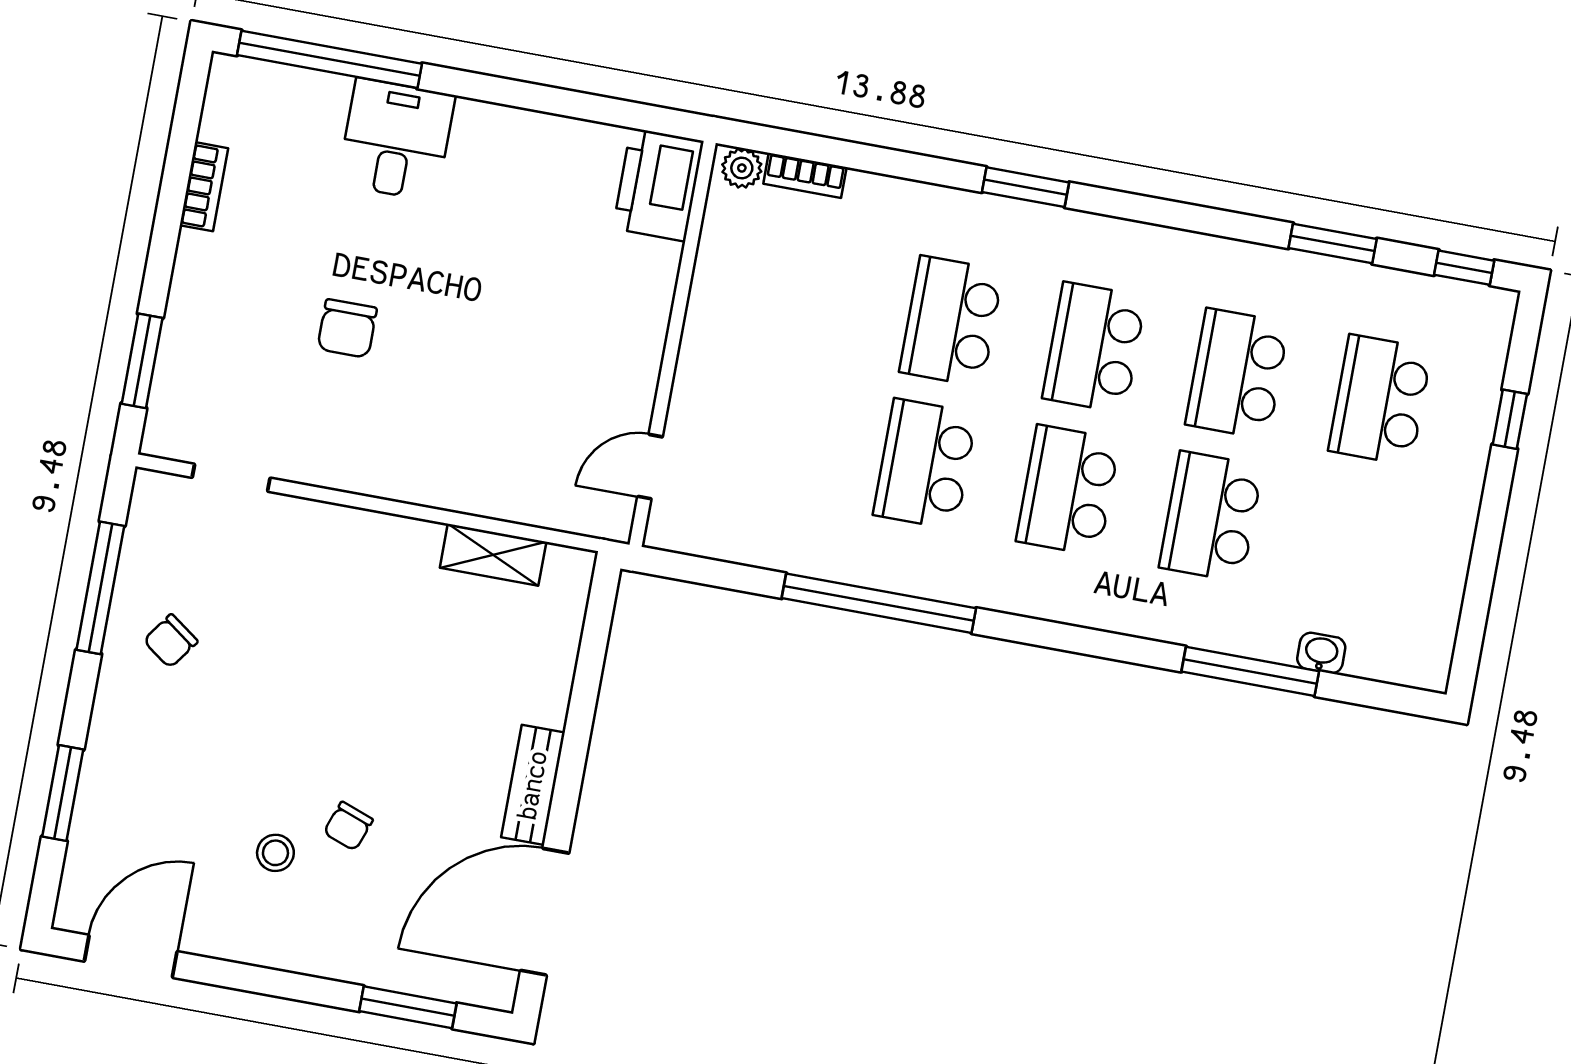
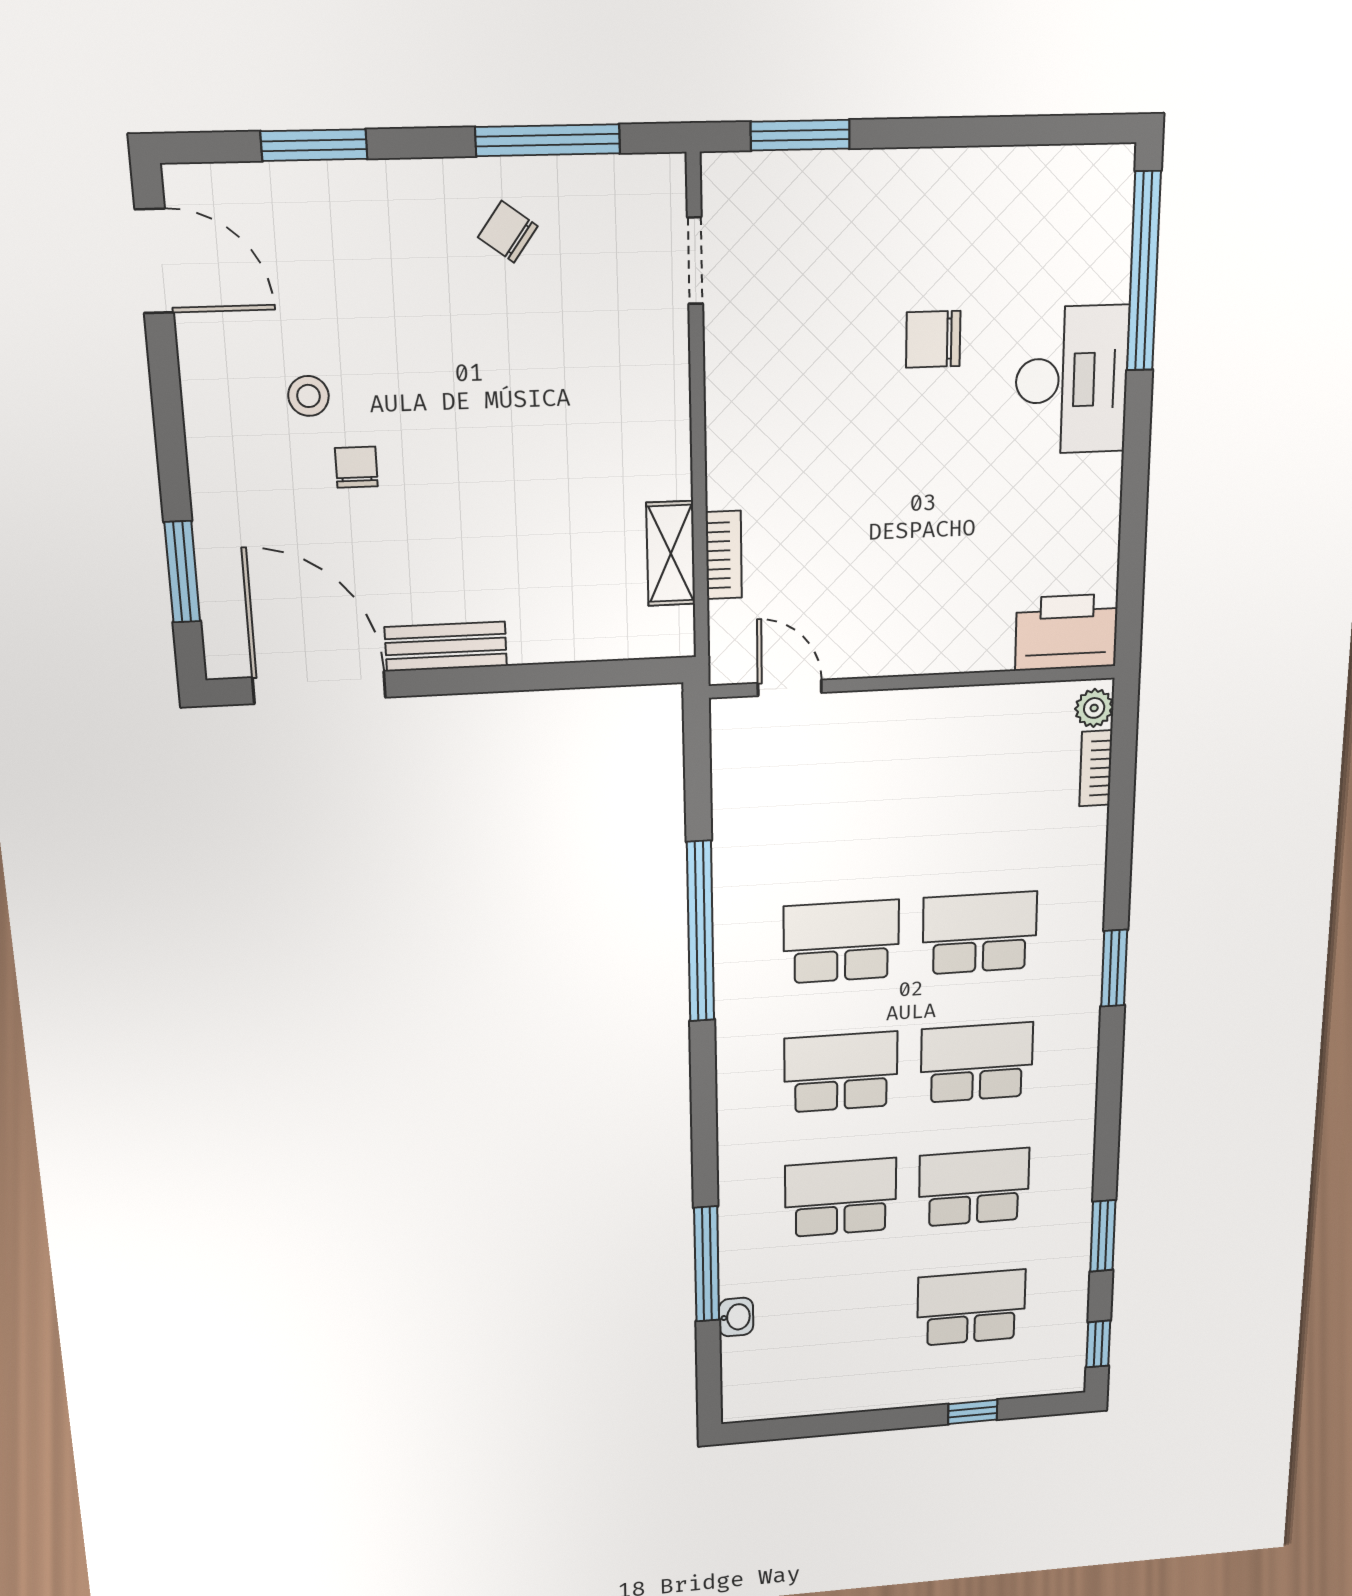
desk: (396, 140) -> (1072, 380), width x1.37
bookcase: (204, 187) -> (724, 555), moved, turned -90
chair: (347, 328) -> (933, 339), moved
chair: (348, 826) -> (356, 467), turned 70

